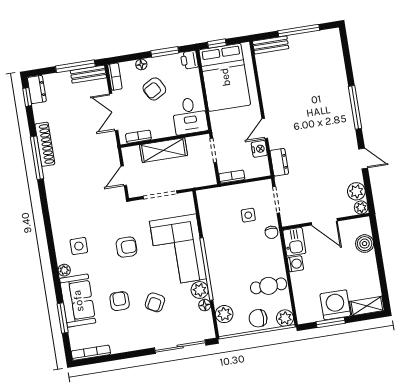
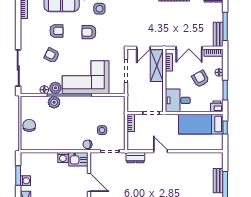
bench: (271, 45) -> (218, 181), moved
bed: (225, 77) -> (201, 124), width x0.67
double door: (114, 112) -> (189, 48), swing flipped
nightstand: (259, 149) -> (147, 145), removed
shelving: (163, 150) -> (157, 66), moved
door: (124, 176) -> (143, 48), swing flipped
door: (324, 222) -> (89, 182), swing flipped
armchair: (126, 247) -> (89, 32), moved, turned 90
cafe table: (269, 286) -> (51, 136), removed
washing machine: (335, 305) -> (25, 181), width x0.53, depth x0.53
plant: (224, 314) -> (54, 102), moved
plant: (285, 318) -> (26, 144), removed

